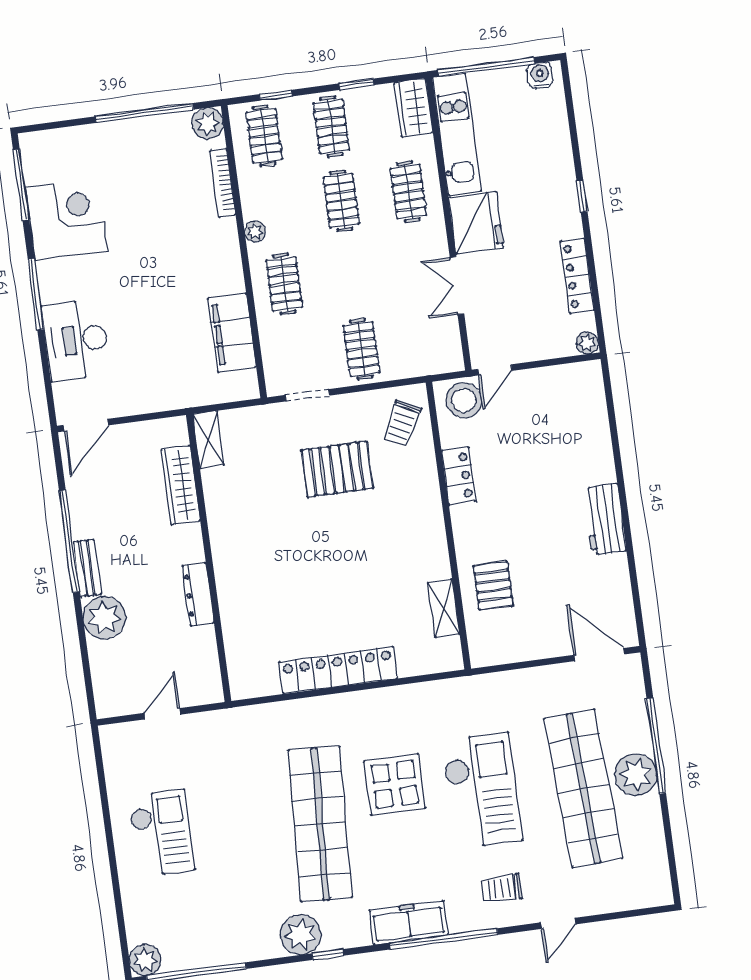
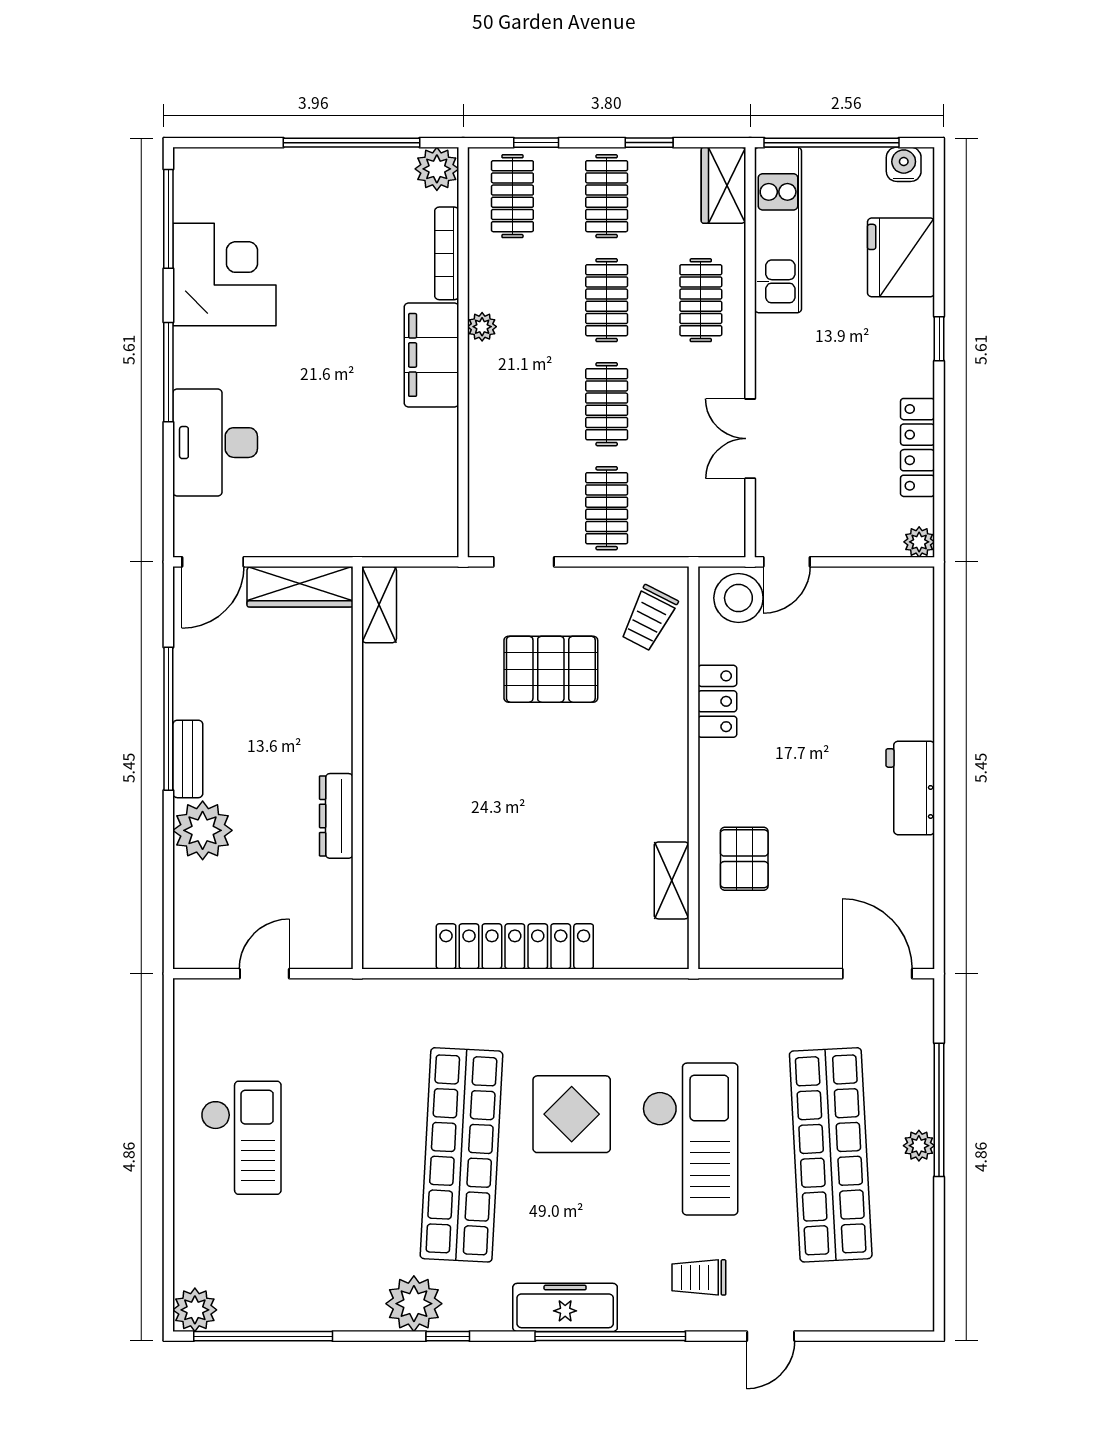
fridge: (476, 223) -> (901, 257), moved, turned 180
clothes rail: (284, 284) -> (607, 404), moved
filing cabinet: (232, 333) -> (431, 355), moved
wardrobe: (181, 485) -> (300, 587), moved, turned -90
plant: (636, 775) -> (919, 1146), width x0.53, depth x0.53

